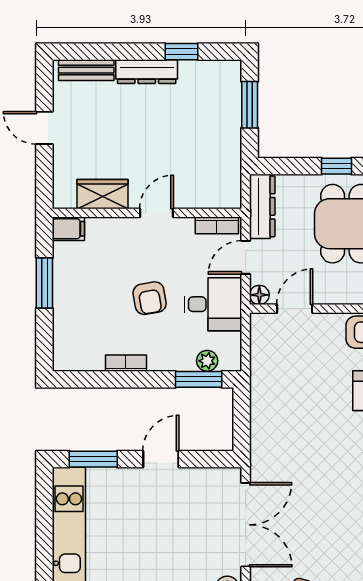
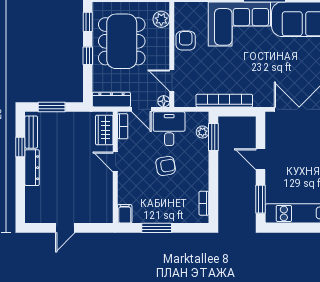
bench: (86, 70) -> (31, 132), moved
wardrobe: (103, 194) -> (104, 130), moved
bookcase: (126, 363) -> (204, 203), moved
bookcase: (260, 398) -> (224, 101), added

